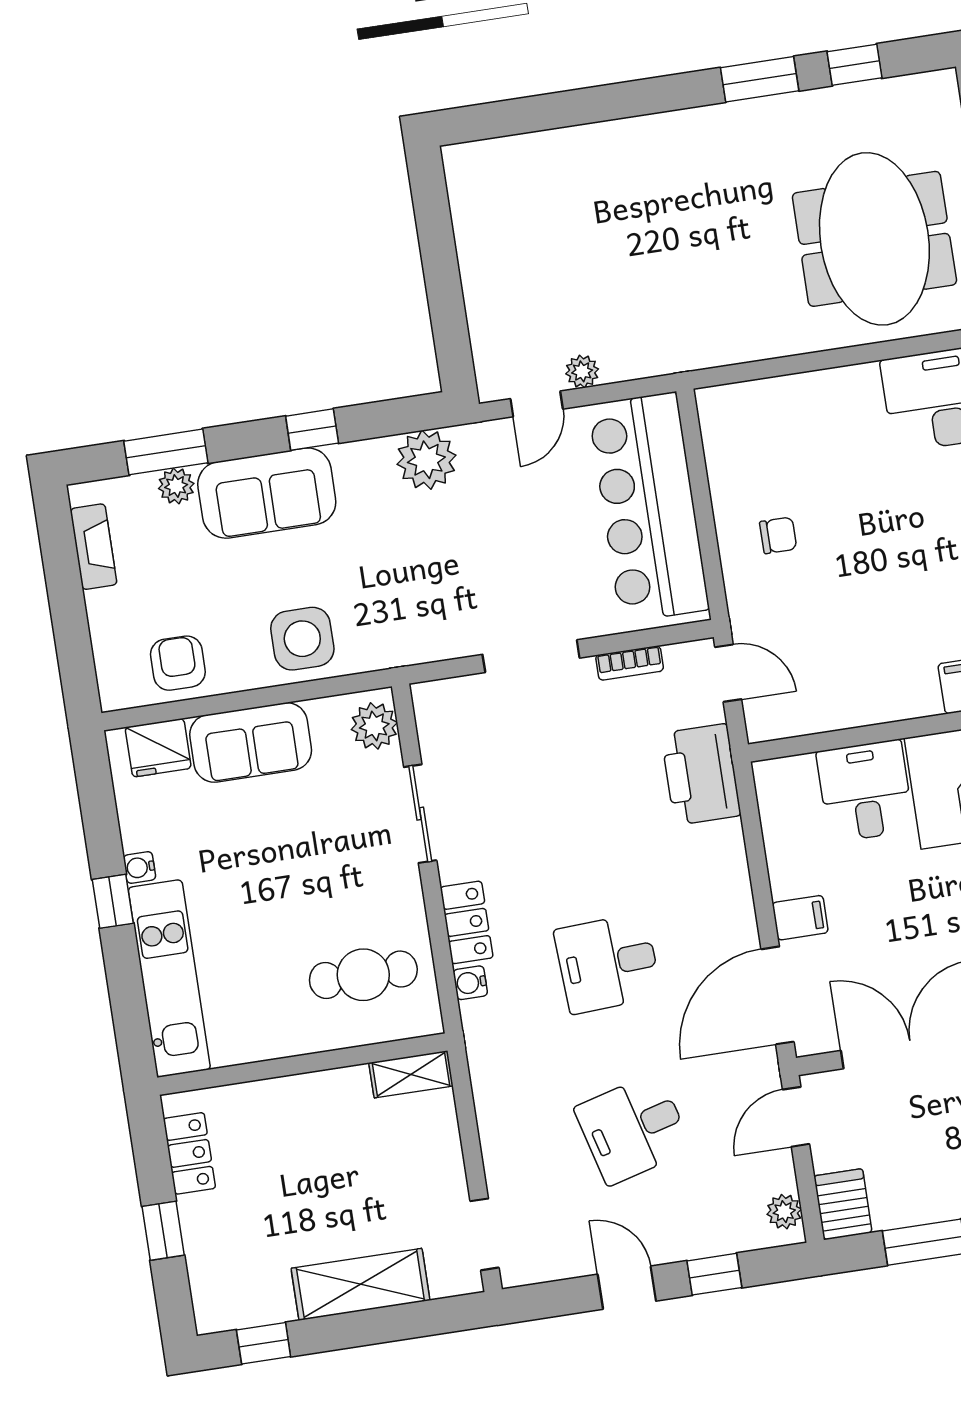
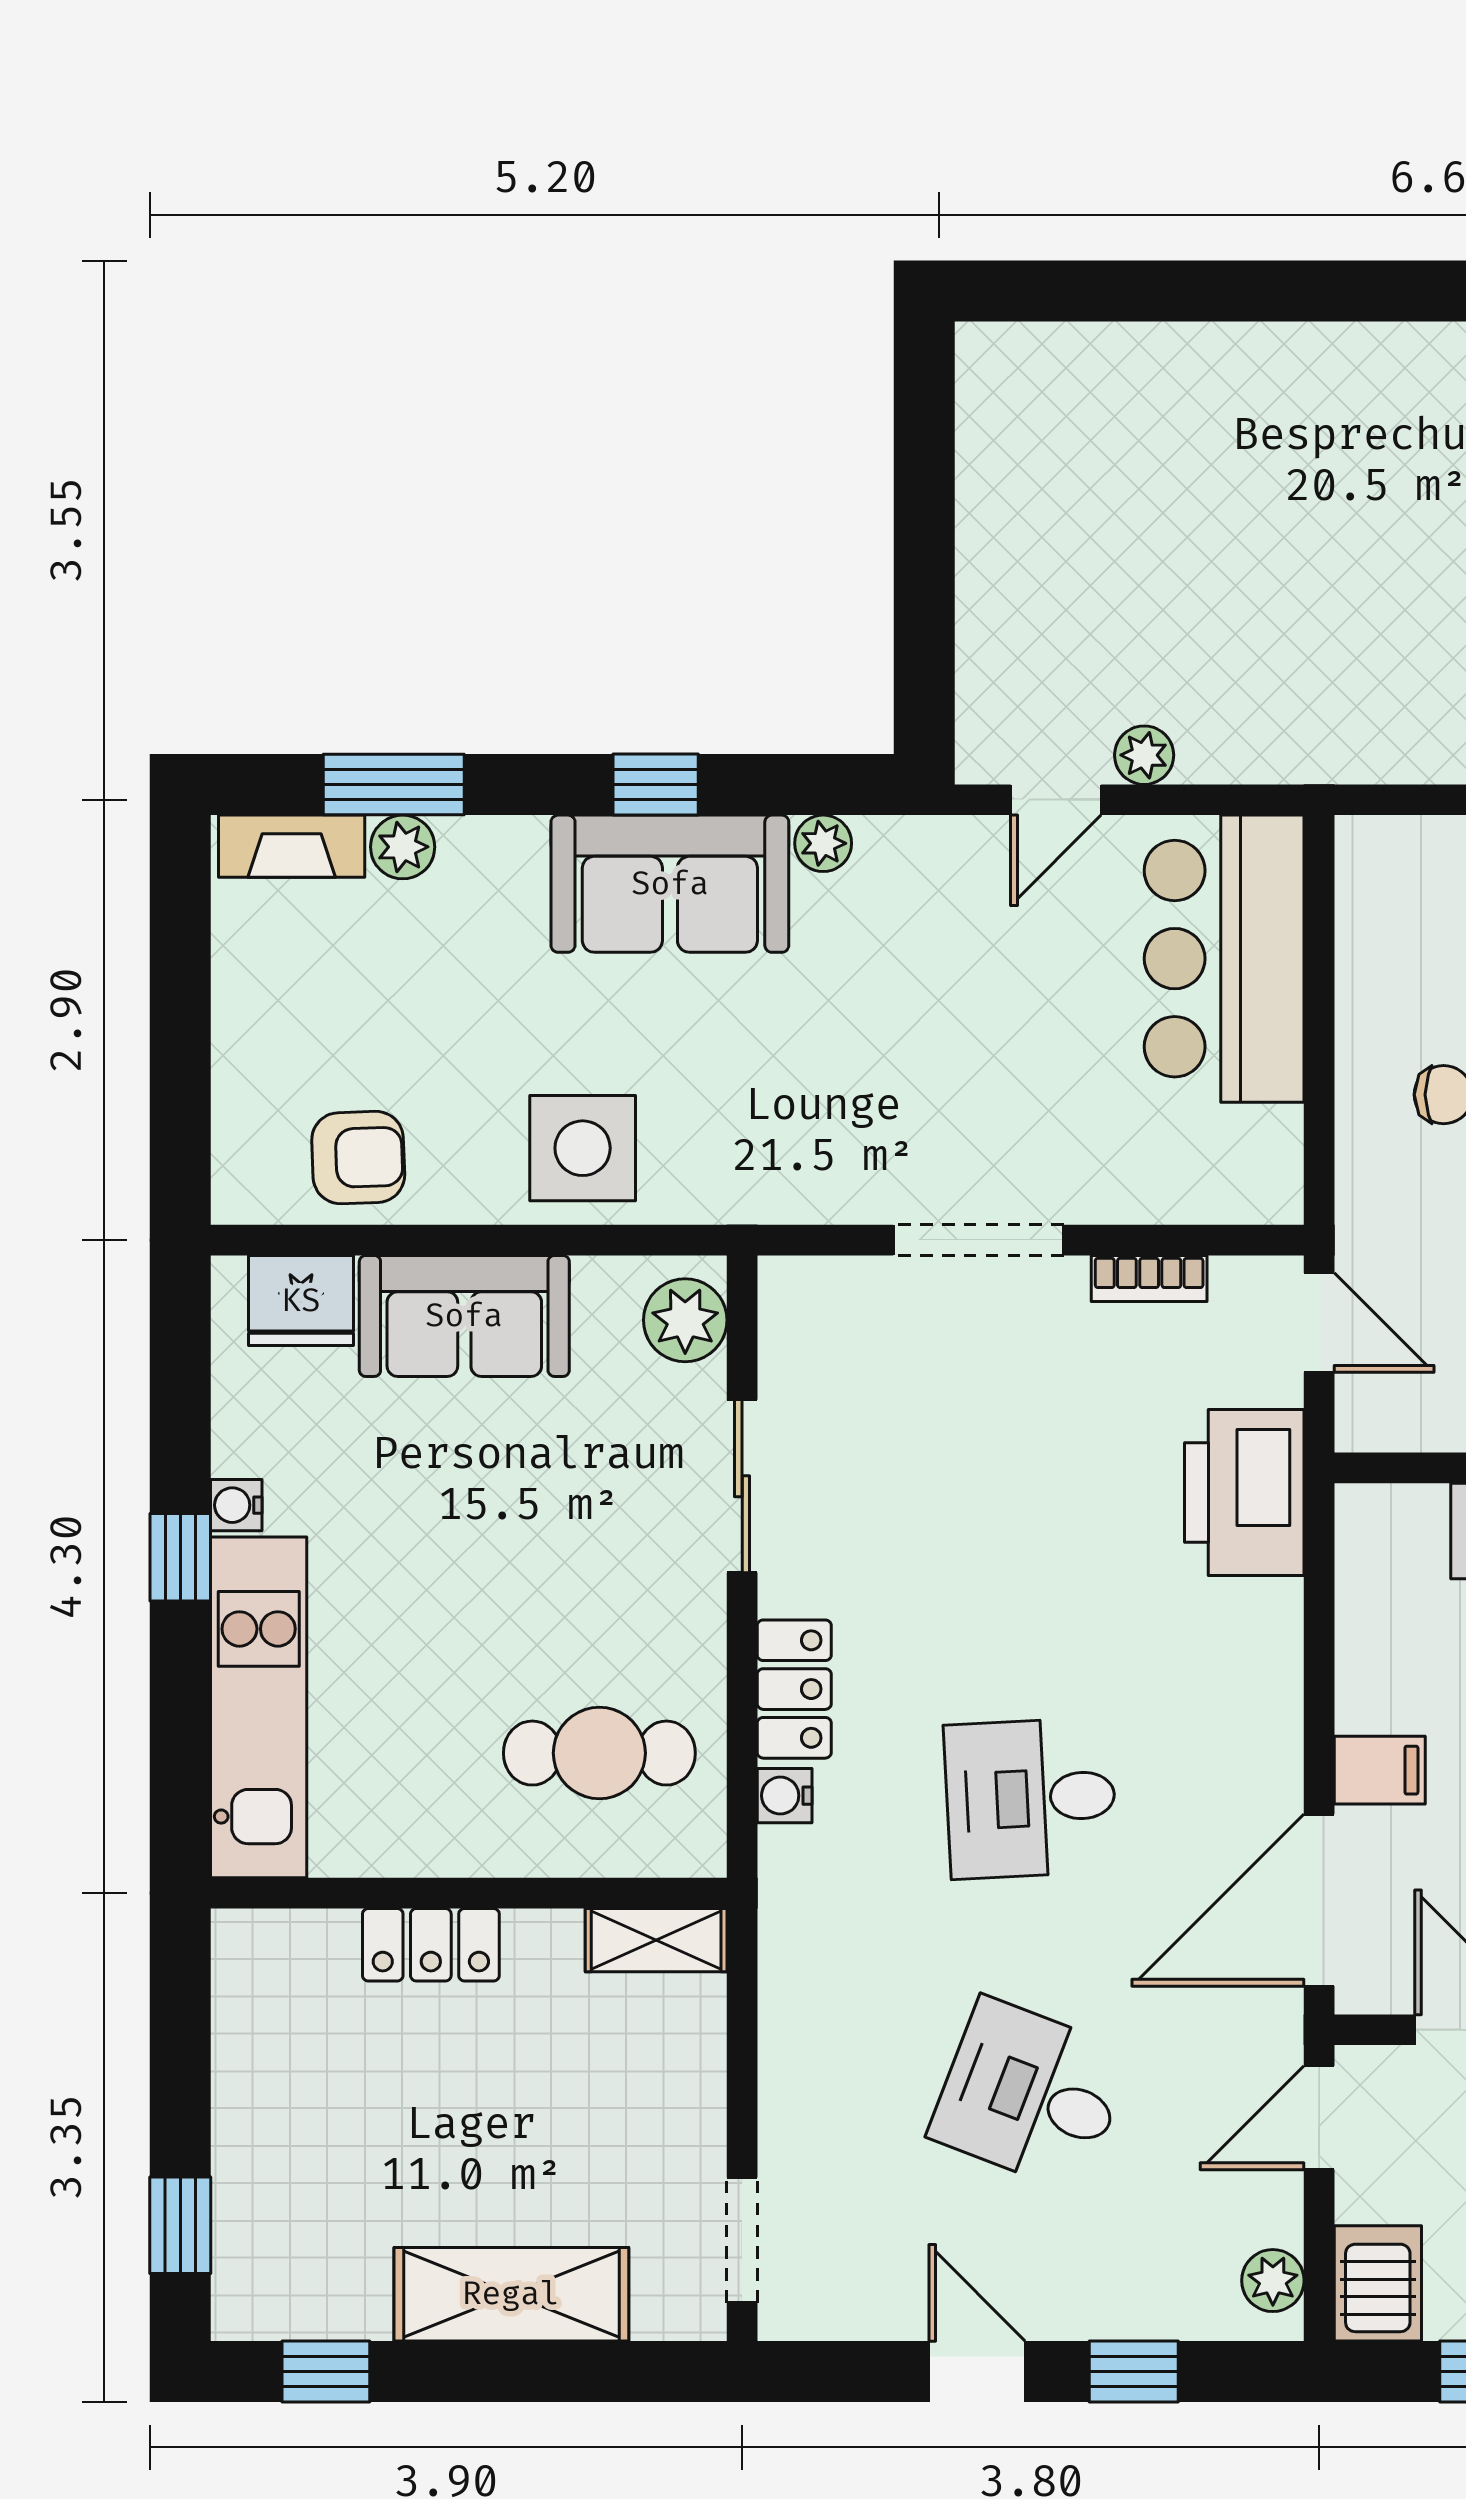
plant: (426, 460) -> (823, 843), width x0.53, depth x0.53
sofa: (267, 493) -> (670, 884), moved
bar counter: (649, 507) -> (1224, 959), width x0.73
fireplace: (94, 547) -> (292, 846), moved, turned 90
armchair: (178, 663) -> (358, 1158), turned 88
desk: (633, 1129) -> (1031, 2095), turned 36
locker: (189, 1153) -> (431, 1945), moved, turned 90
window: (163, 1231) -> (180, 2225), moved

